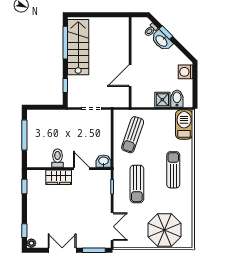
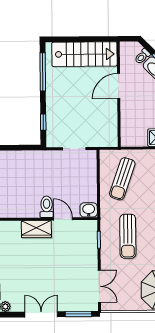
stairs: (78, 47) -> (84, 54), moved, turned 90
door: (130, 76) -> (119, 86), moved
toilet: (57, 158) -> (47, 207), moved

